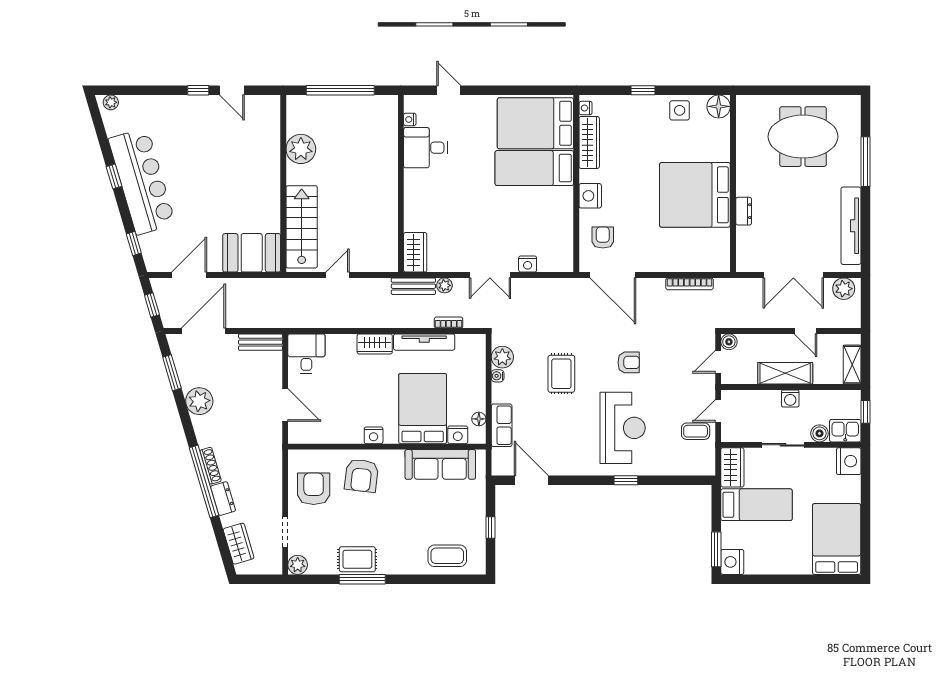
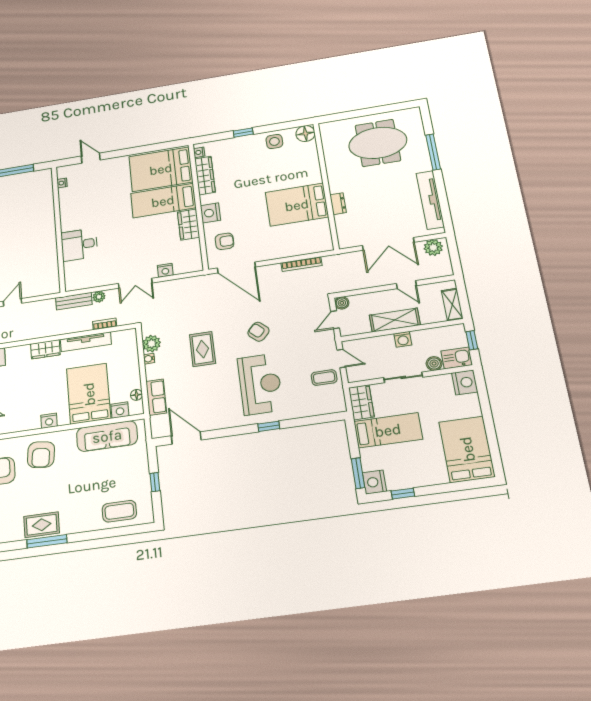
desk: (426, 148) -> (79, 245), moved
bed: (695, 195) -> (297, 205), width x0.73
armchair: (603, 238) -> (225, 241), turned 90
wardrobe: (415, 252) -> (189, 225), moved, turned 180
armchair: (629, 362) -> (258, 332), turned -137
door: (718, 411) -> (341, 358), swing flipped
window: (761, 579) -> (403, 494), added

